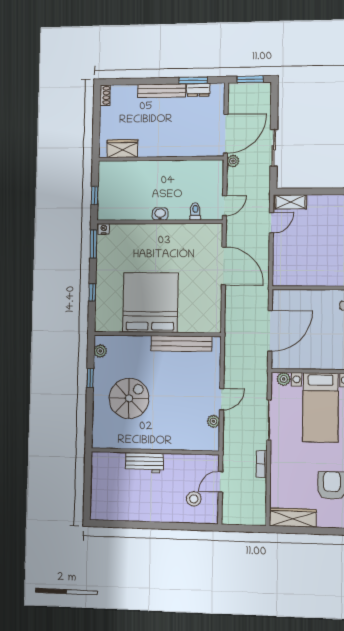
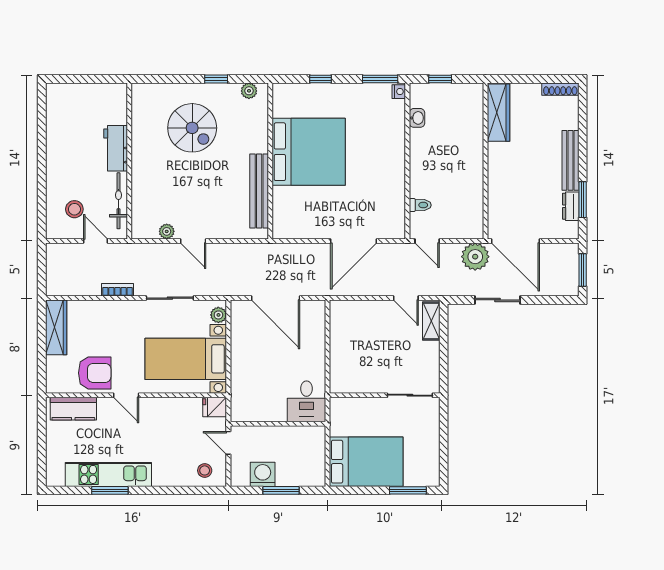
shoe rack: (105, 95) -> (560, 89), width x1.43
wardrobe: (122, 149) -> (498, 113), width x1.50
plant: (233, 161) -> (475, 257), width x1.87, depth x1.87
washbasin: (160, 214) -> (417, 118), moved
bicycle: (187, 461) -> (119, 201), added

